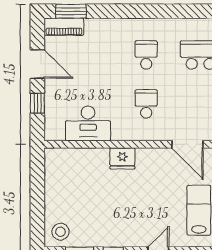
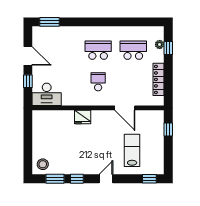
piano: (64, 27) -> (45, 32), removed
school desk: (146, 55) -> (98, 50), width x1.85
desk: (88, 123) -> (47, 94), moved

